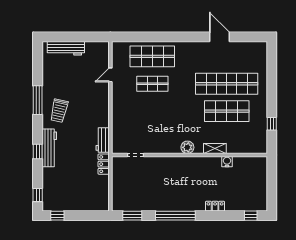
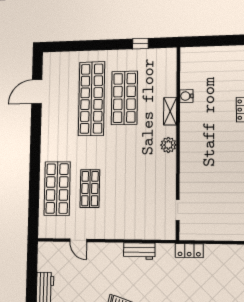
door: (220, 37) -> (37, 92), moved
workbench: (103, 140) -> (139, 251), moved

